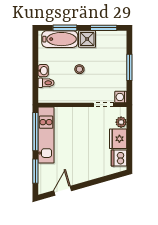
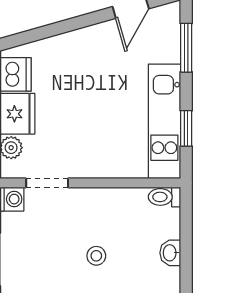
toilet: (46, 83) -> (164, 197), moved
window: (35, 132) -> (186, 128), width x0.46

